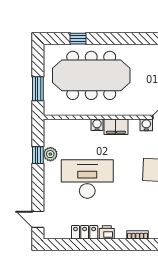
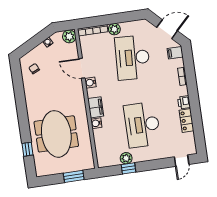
meeting table: (91, 75) -> (56, 134), width x0.73

